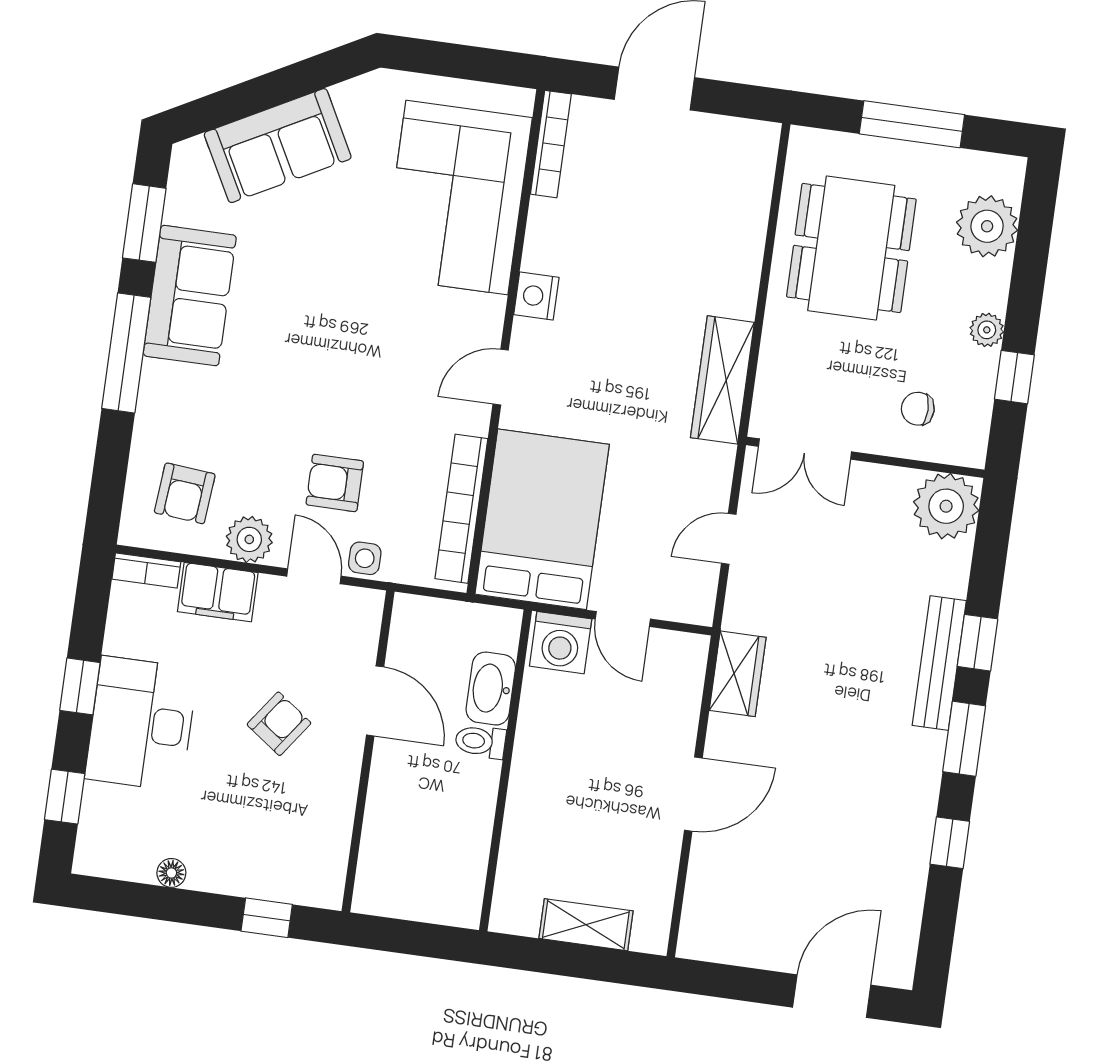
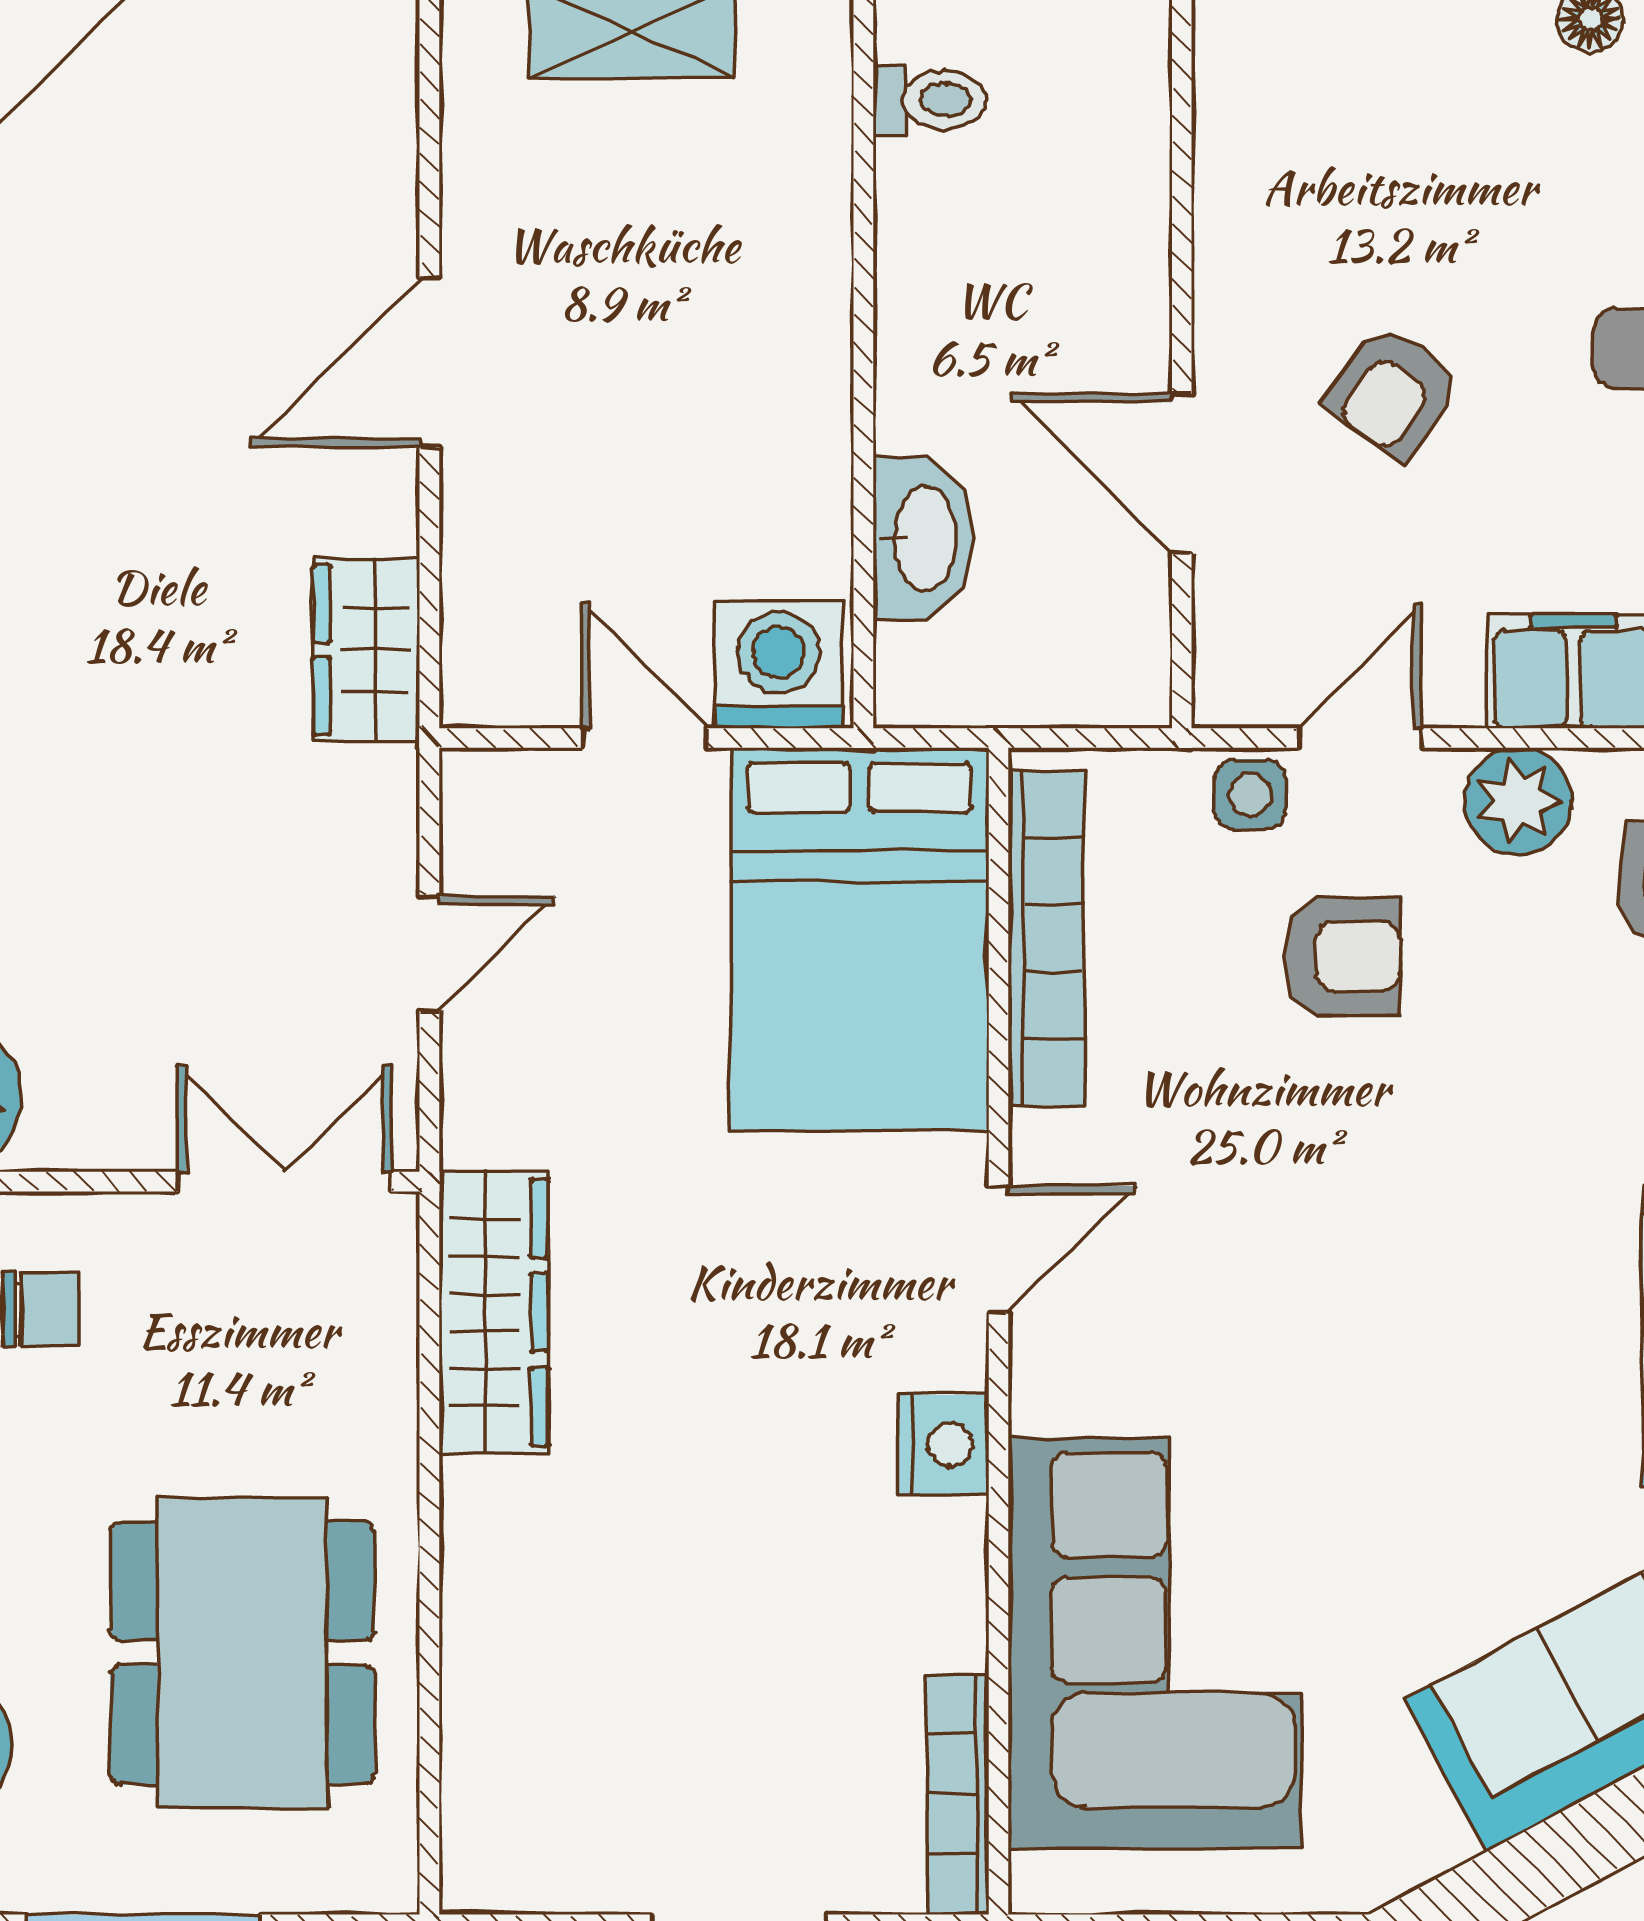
door: (314, 576) -> (1360, 738), swing flipped
toilet: (480, 742) -> (929, 100), moved

